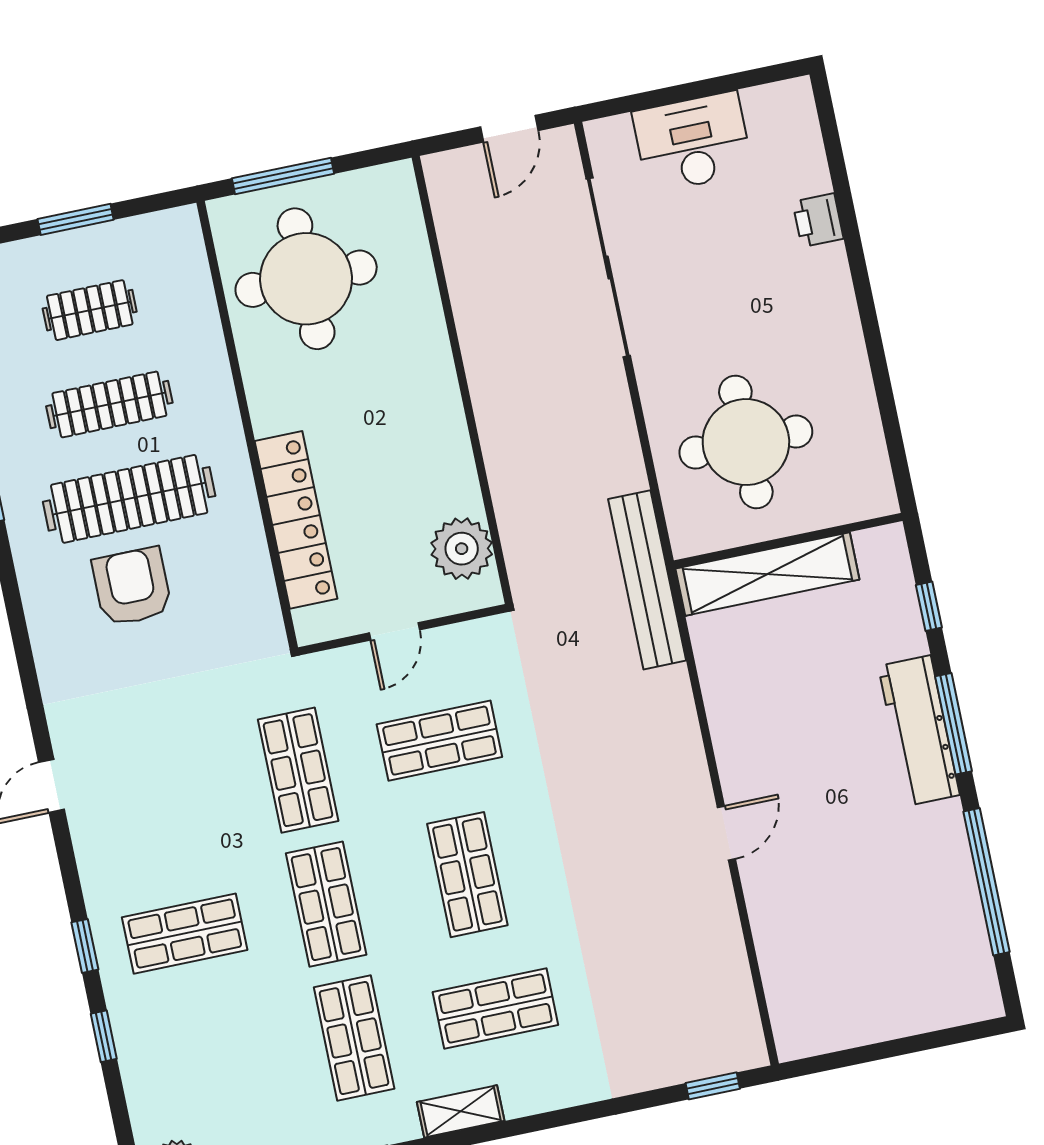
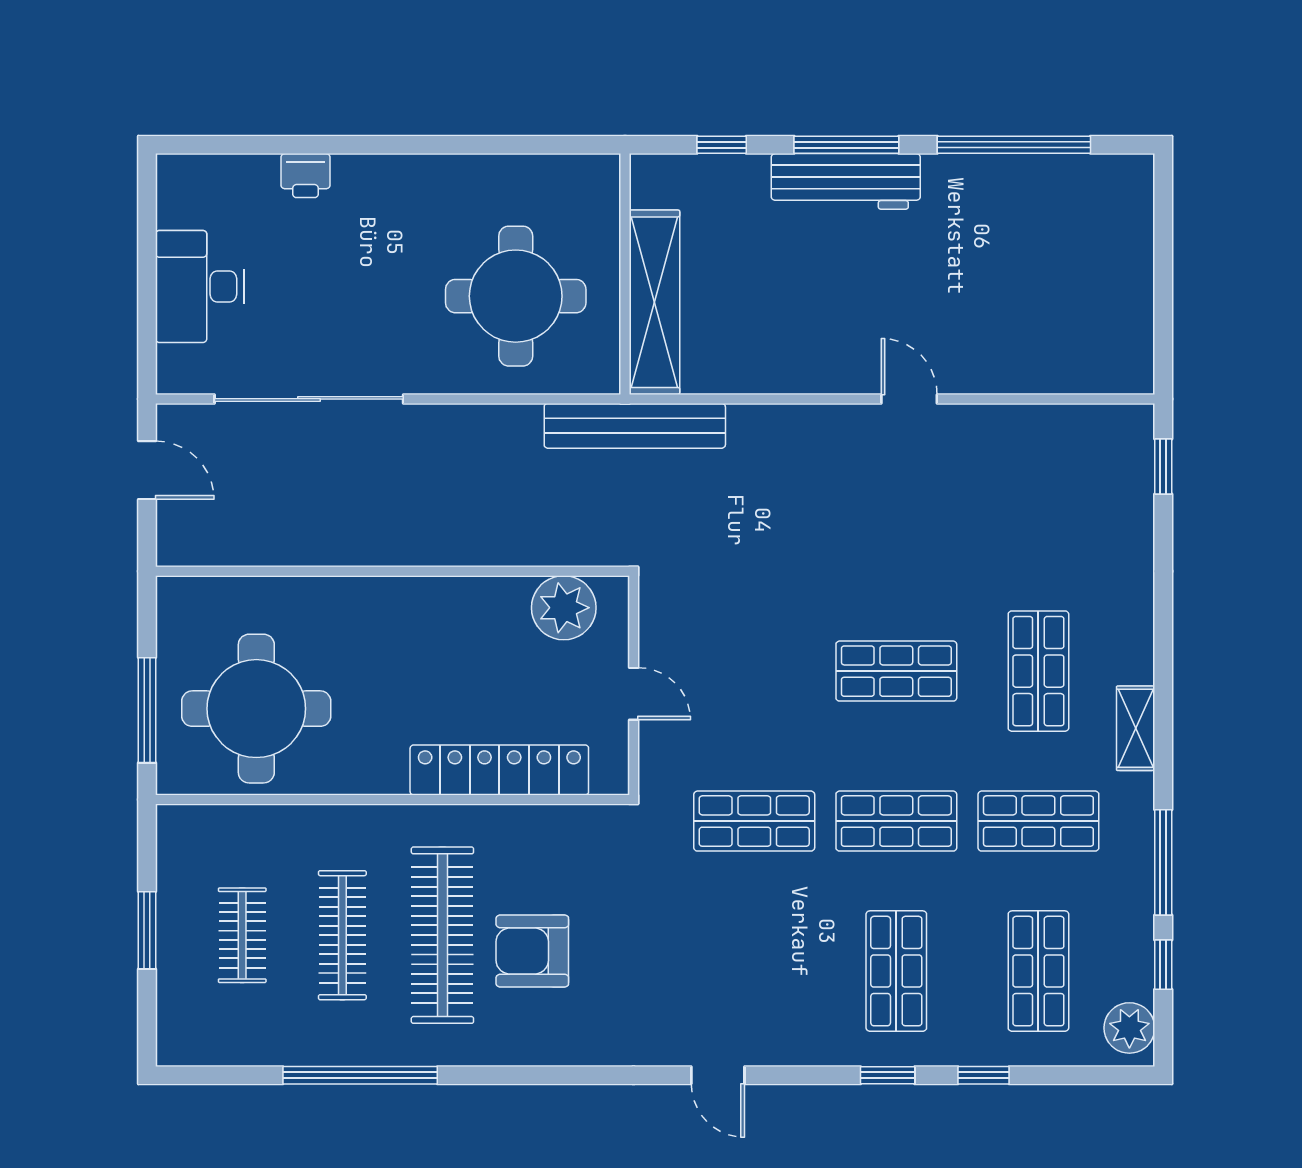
shop shelf: (439, 741) -> (1038, 971), moved

